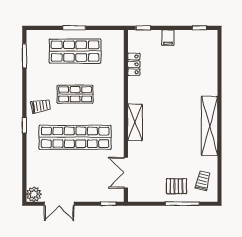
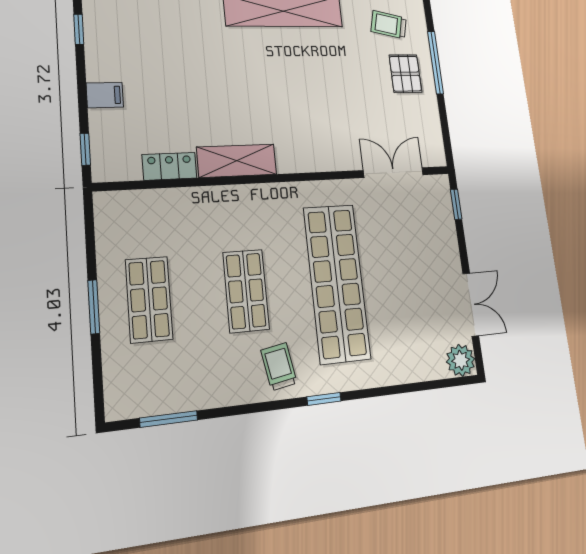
shop shelf: (75, 51) -> (149, 299), width x0.70, depth x0.74
shelving: (135, 122) -> (237, 161), moved
double door: (126, 173) -> (393, 173), swing flipped

